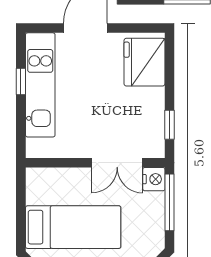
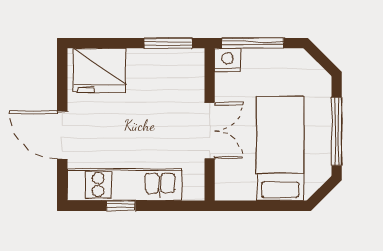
window: (169, 125) -> (168, 43), width x1.50
double door: (117, 163) -> (210, 131), moved

